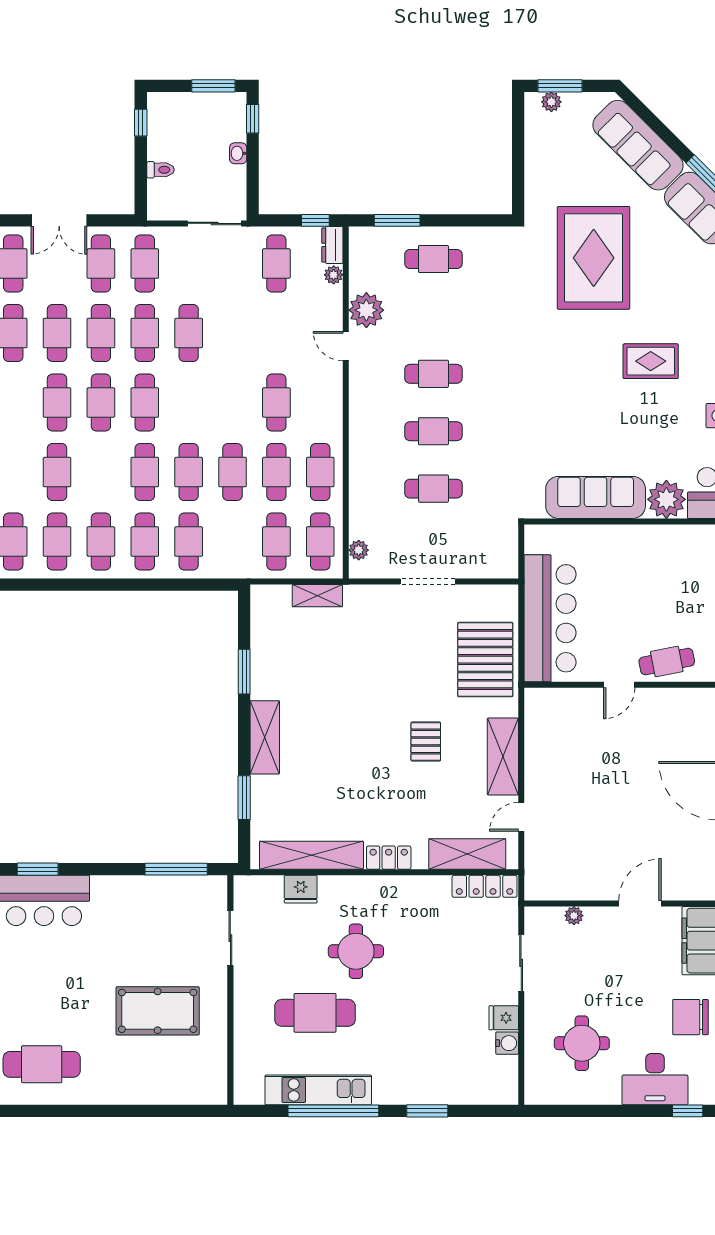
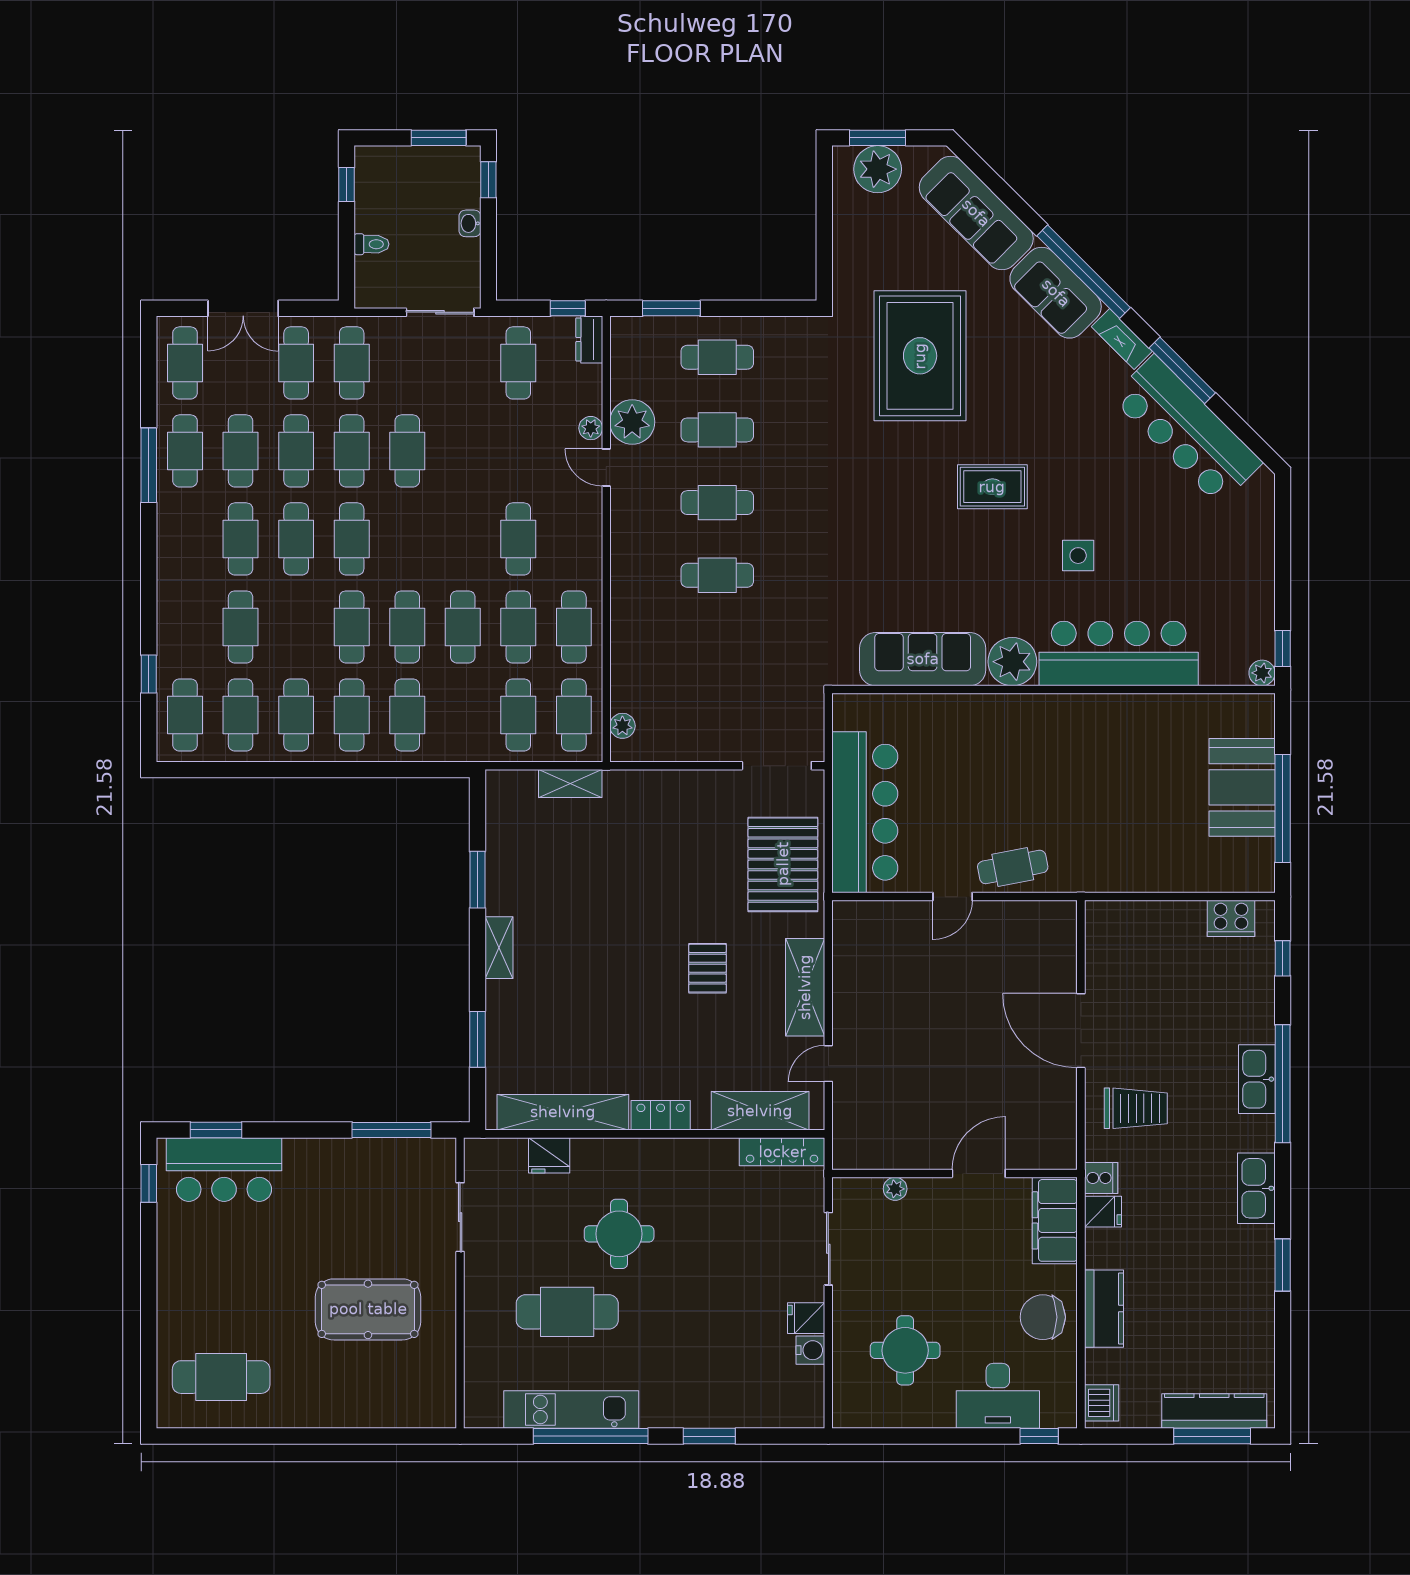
plant: (551, 102) -> (878, 169), width x1.88, depth x1.88
plant: (334, 275) -> (591, 428), moved
cafe table: (433, 489) -> (717, 430), moved
doorway: (428, 582) -> (777, 766), moved
shelving: (265, 737) -> (499, 948), width x0.67, depth x0.75

